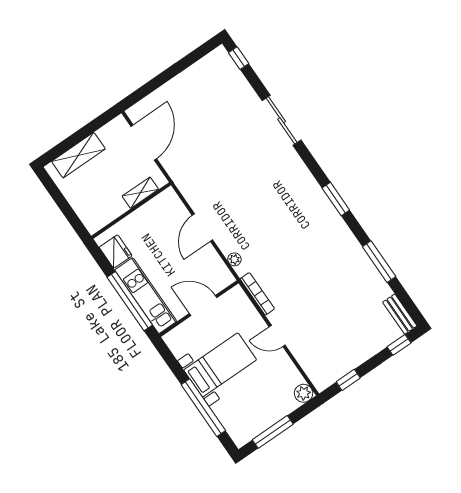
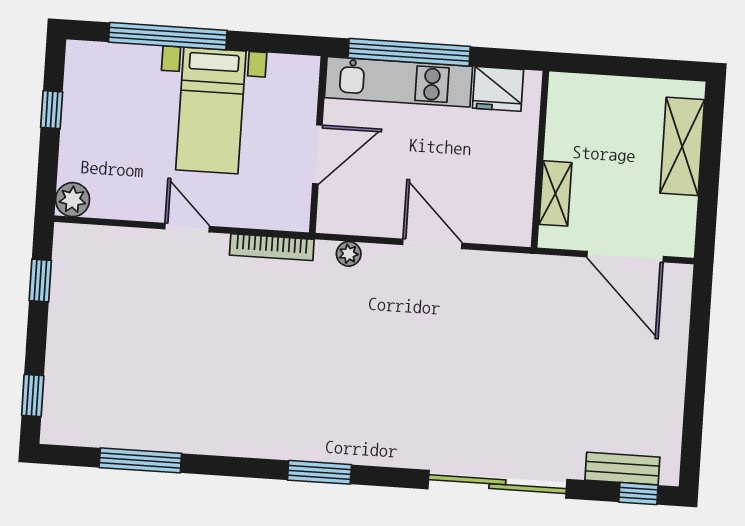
sliding door: (282, 120) -> (497, 484), width x1.36
window: (379, 262) -> (140, 460), moved
bench: (400, 314) -> (622, 469), moved
door: (277, 336) -> (187, 228), hinge flipped
window: (273, 432) -> (52, 110), width x0.46

